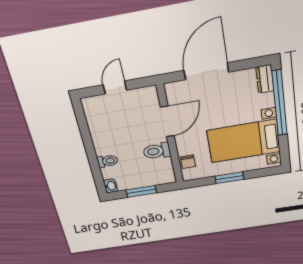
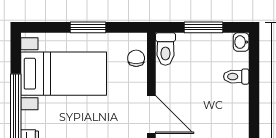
door: (167, 121) -> (151, 115), swing flipped
toilet: (157, 151) -> (165, 49), moved, turned 90

